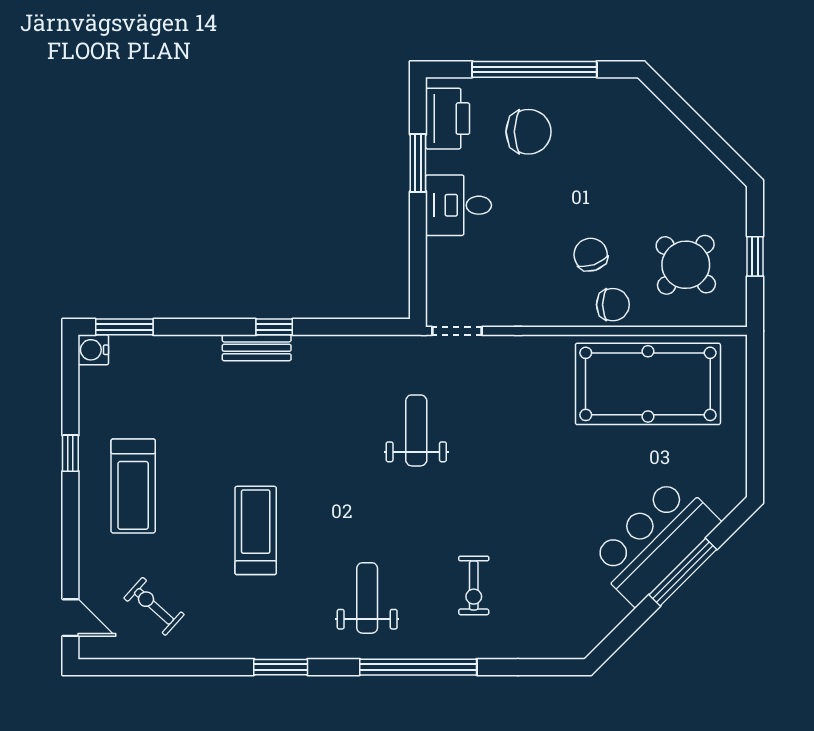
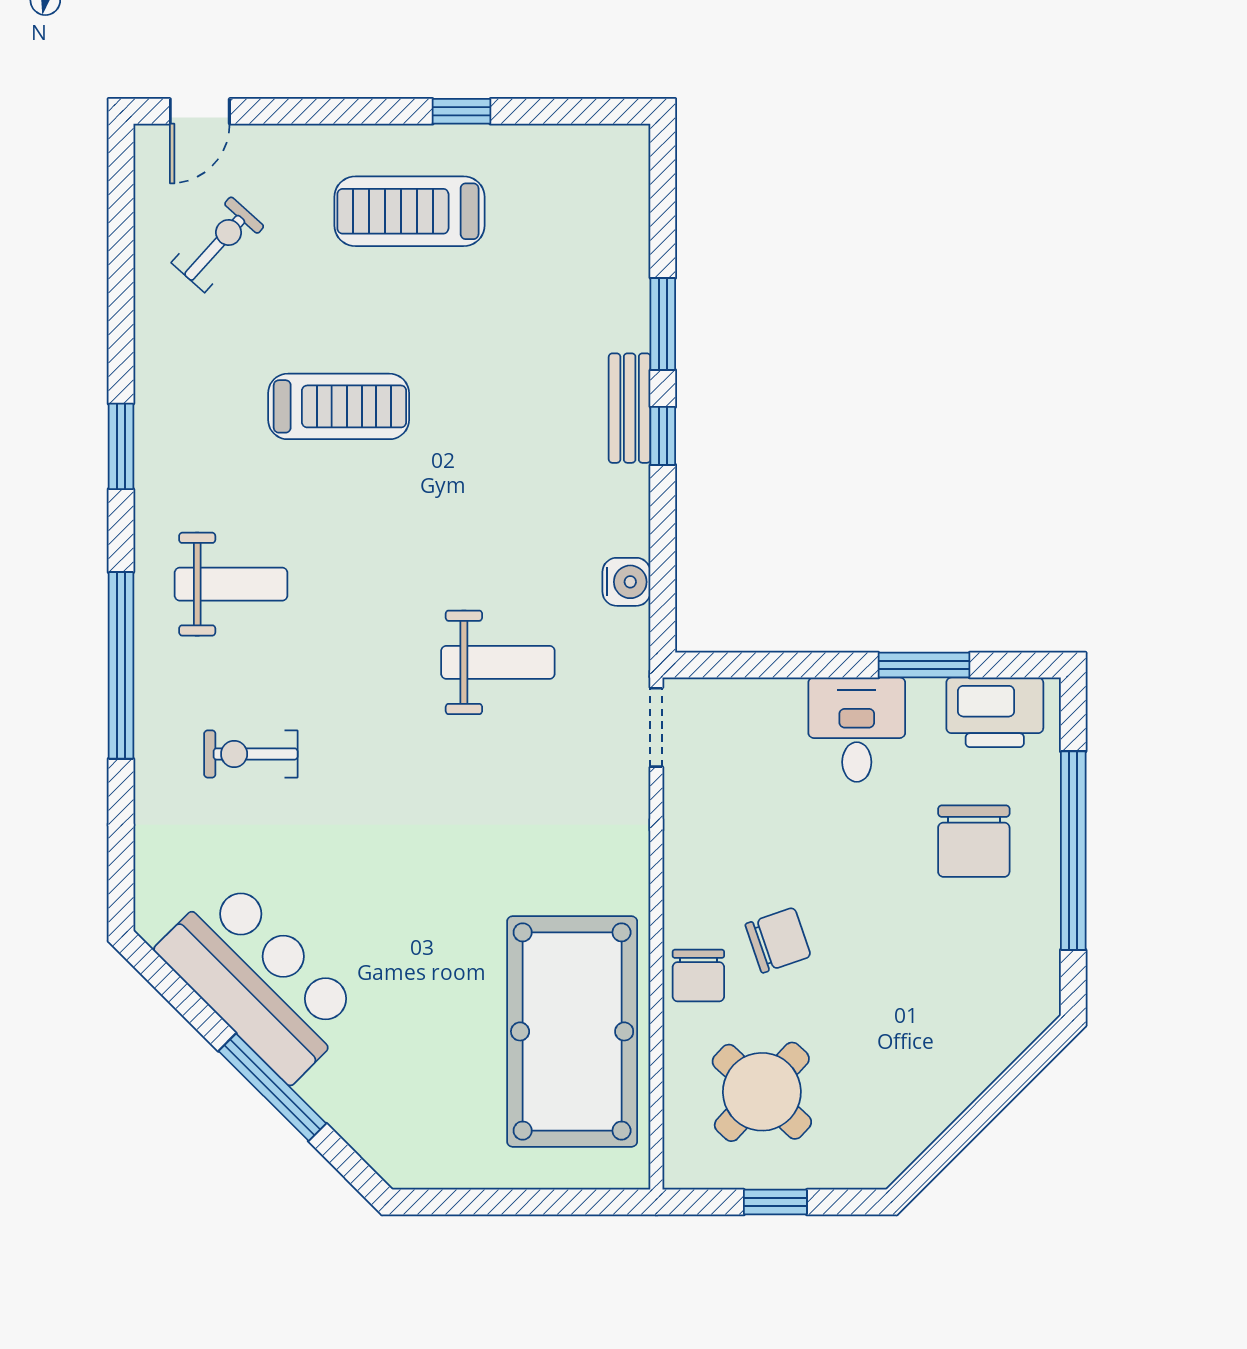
window: (124, 327) -> (663, 324), moved
water cooler: (93, 350) -> (626, 582), moved, turned 90
bar counter: (655, 541) -> (259, 980), moved

